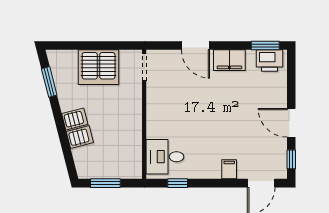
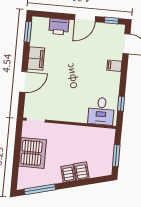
printer: (270, 61) -> (59, 27), moved, turned 90
window: (49, 82) -> (40, 189), width x1.44

